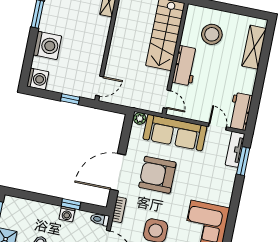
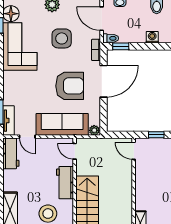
door: (100, 86) -> (134, 151), hinge flipped
window: (71, 204) -> (121, 46), moved
washing machine: (67, 214) -> (152, 37), moved

